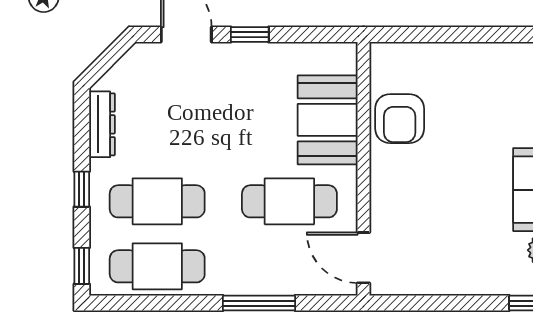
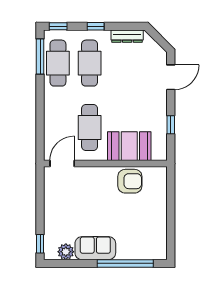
window: (250, 35) -> (171, 125), moved
armchair: (400, 119) -> (130, 181), turned 180
window: (259, 303) -> (40, 57), moved

